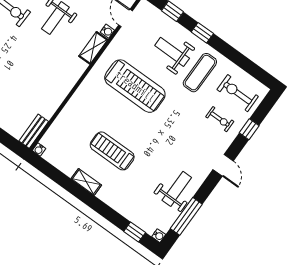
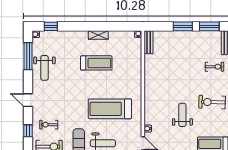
shelving: (93, 48) -> (149, 113), removed

